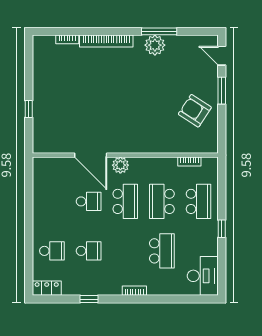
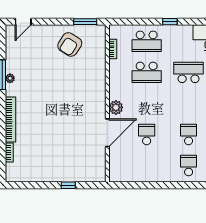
plant: (155, 45) -> (10, 78), width x0.53, depth x0.53
window: (222, 91) -> (85, 22), moved
school desk: (125, 201) -> (147, 103), removed
school desk: (199, 201) -> (147, 41), turned 180

